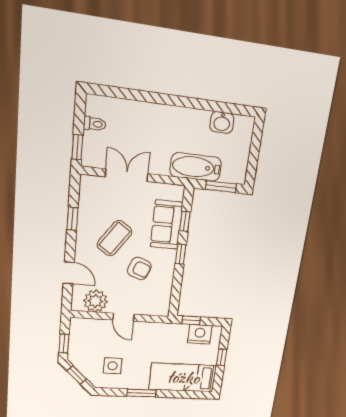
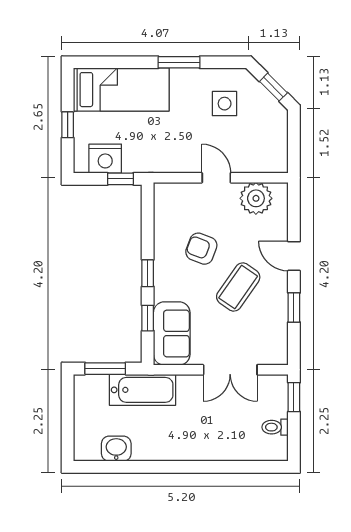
sofa: (166, 225) -> (172, 333), moved
door: (69, 273) -> (294, 256), moved
window: (64, 344) -> (294, 134), removed

